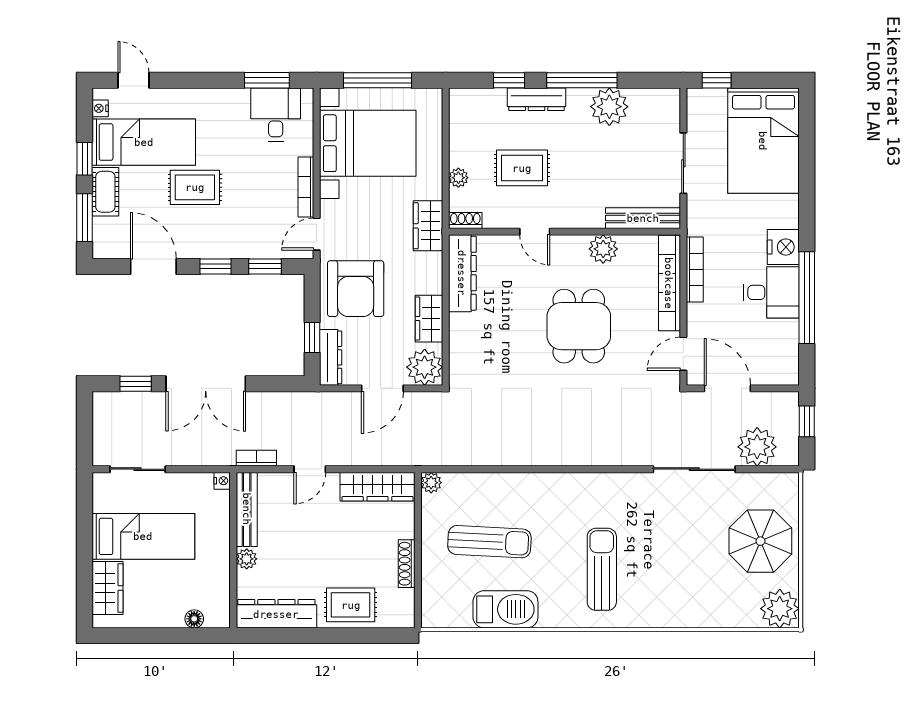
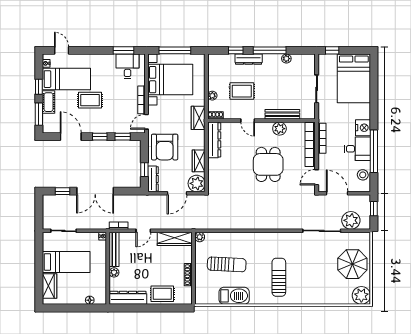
plant: (609, 107) -> (286, 59), width x0.53, depth x0.53
bench: (643, 218) -> (282, 114), moved
stool: (783, 349) -> (363, 175), added

